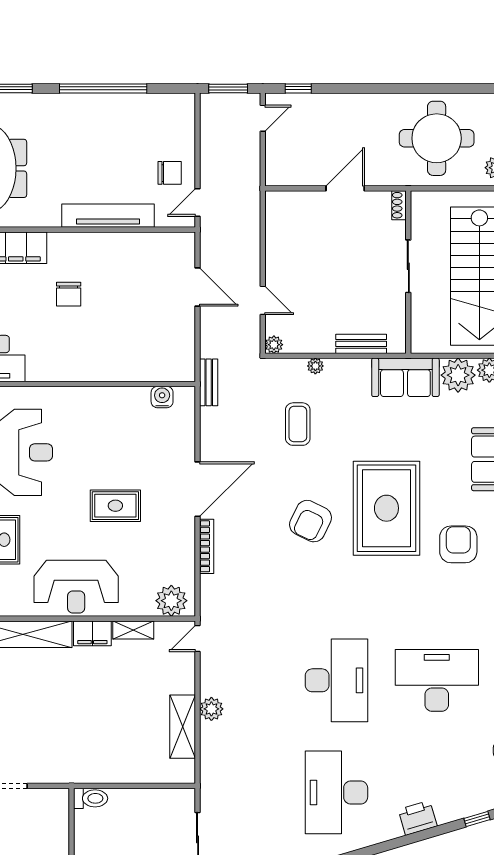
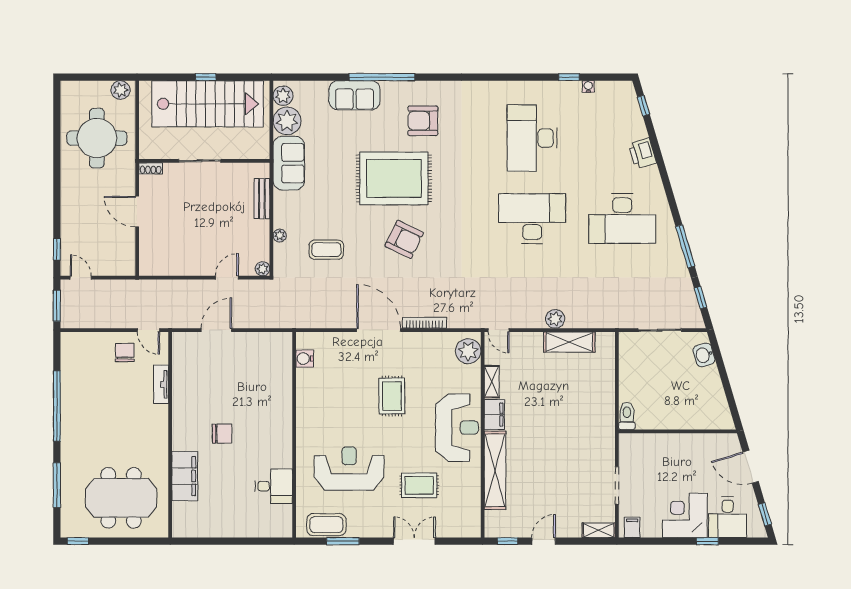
tv unit: (108, 216) -> (161, 384), width x0.52, depth x0.78
bench: (209, 382) -> (293, 321), removed

